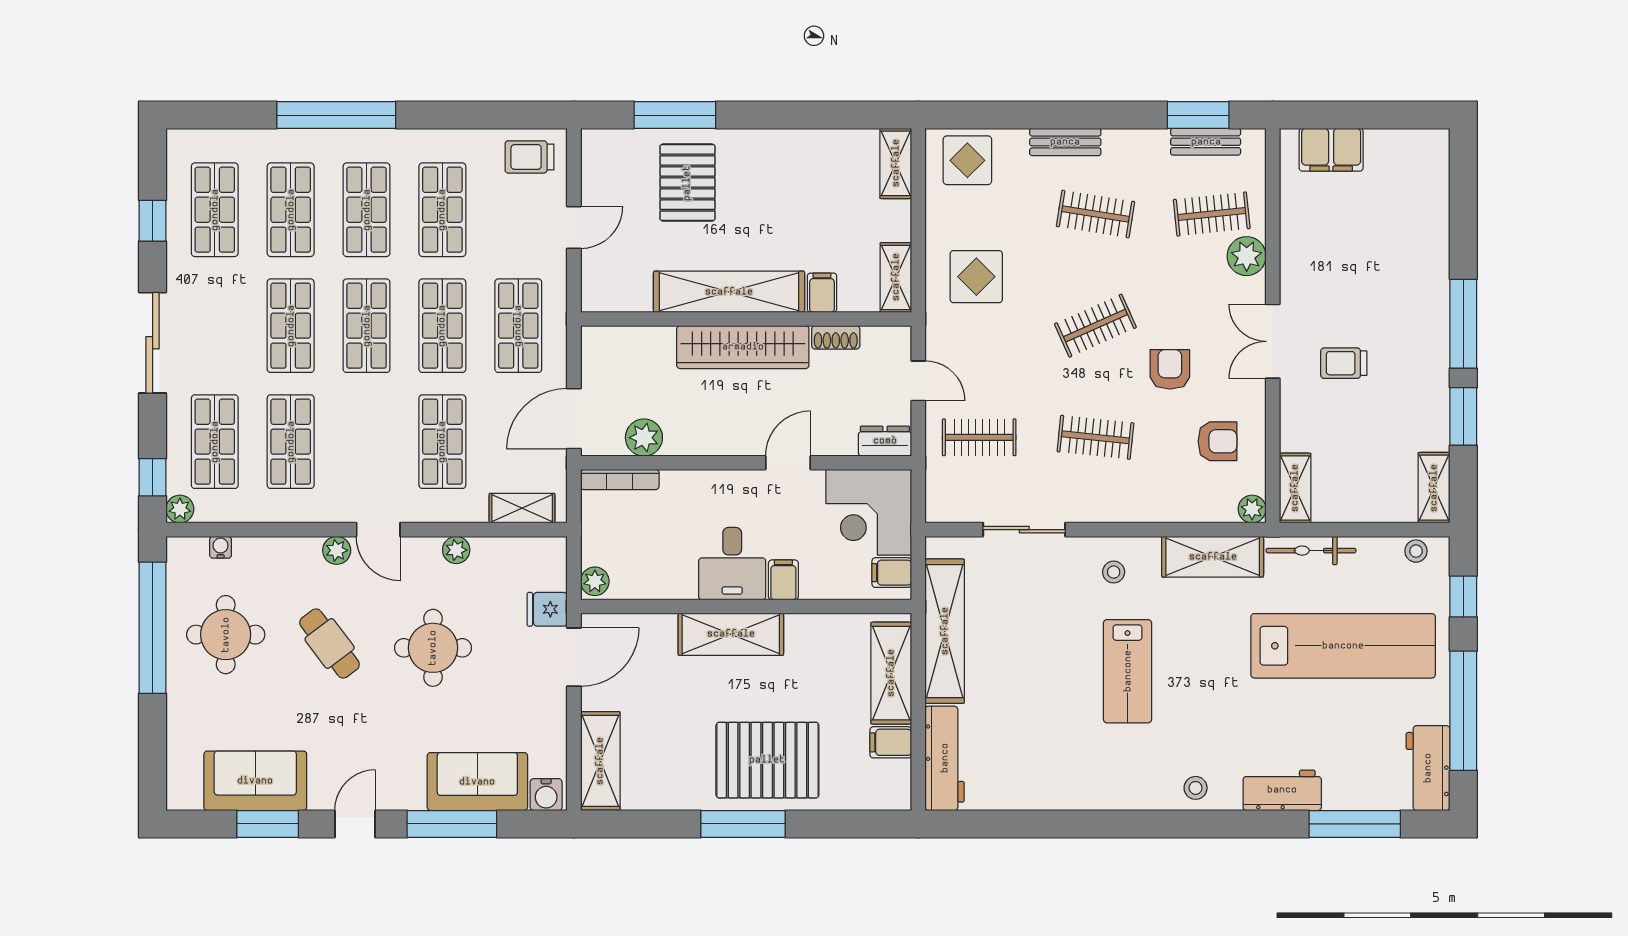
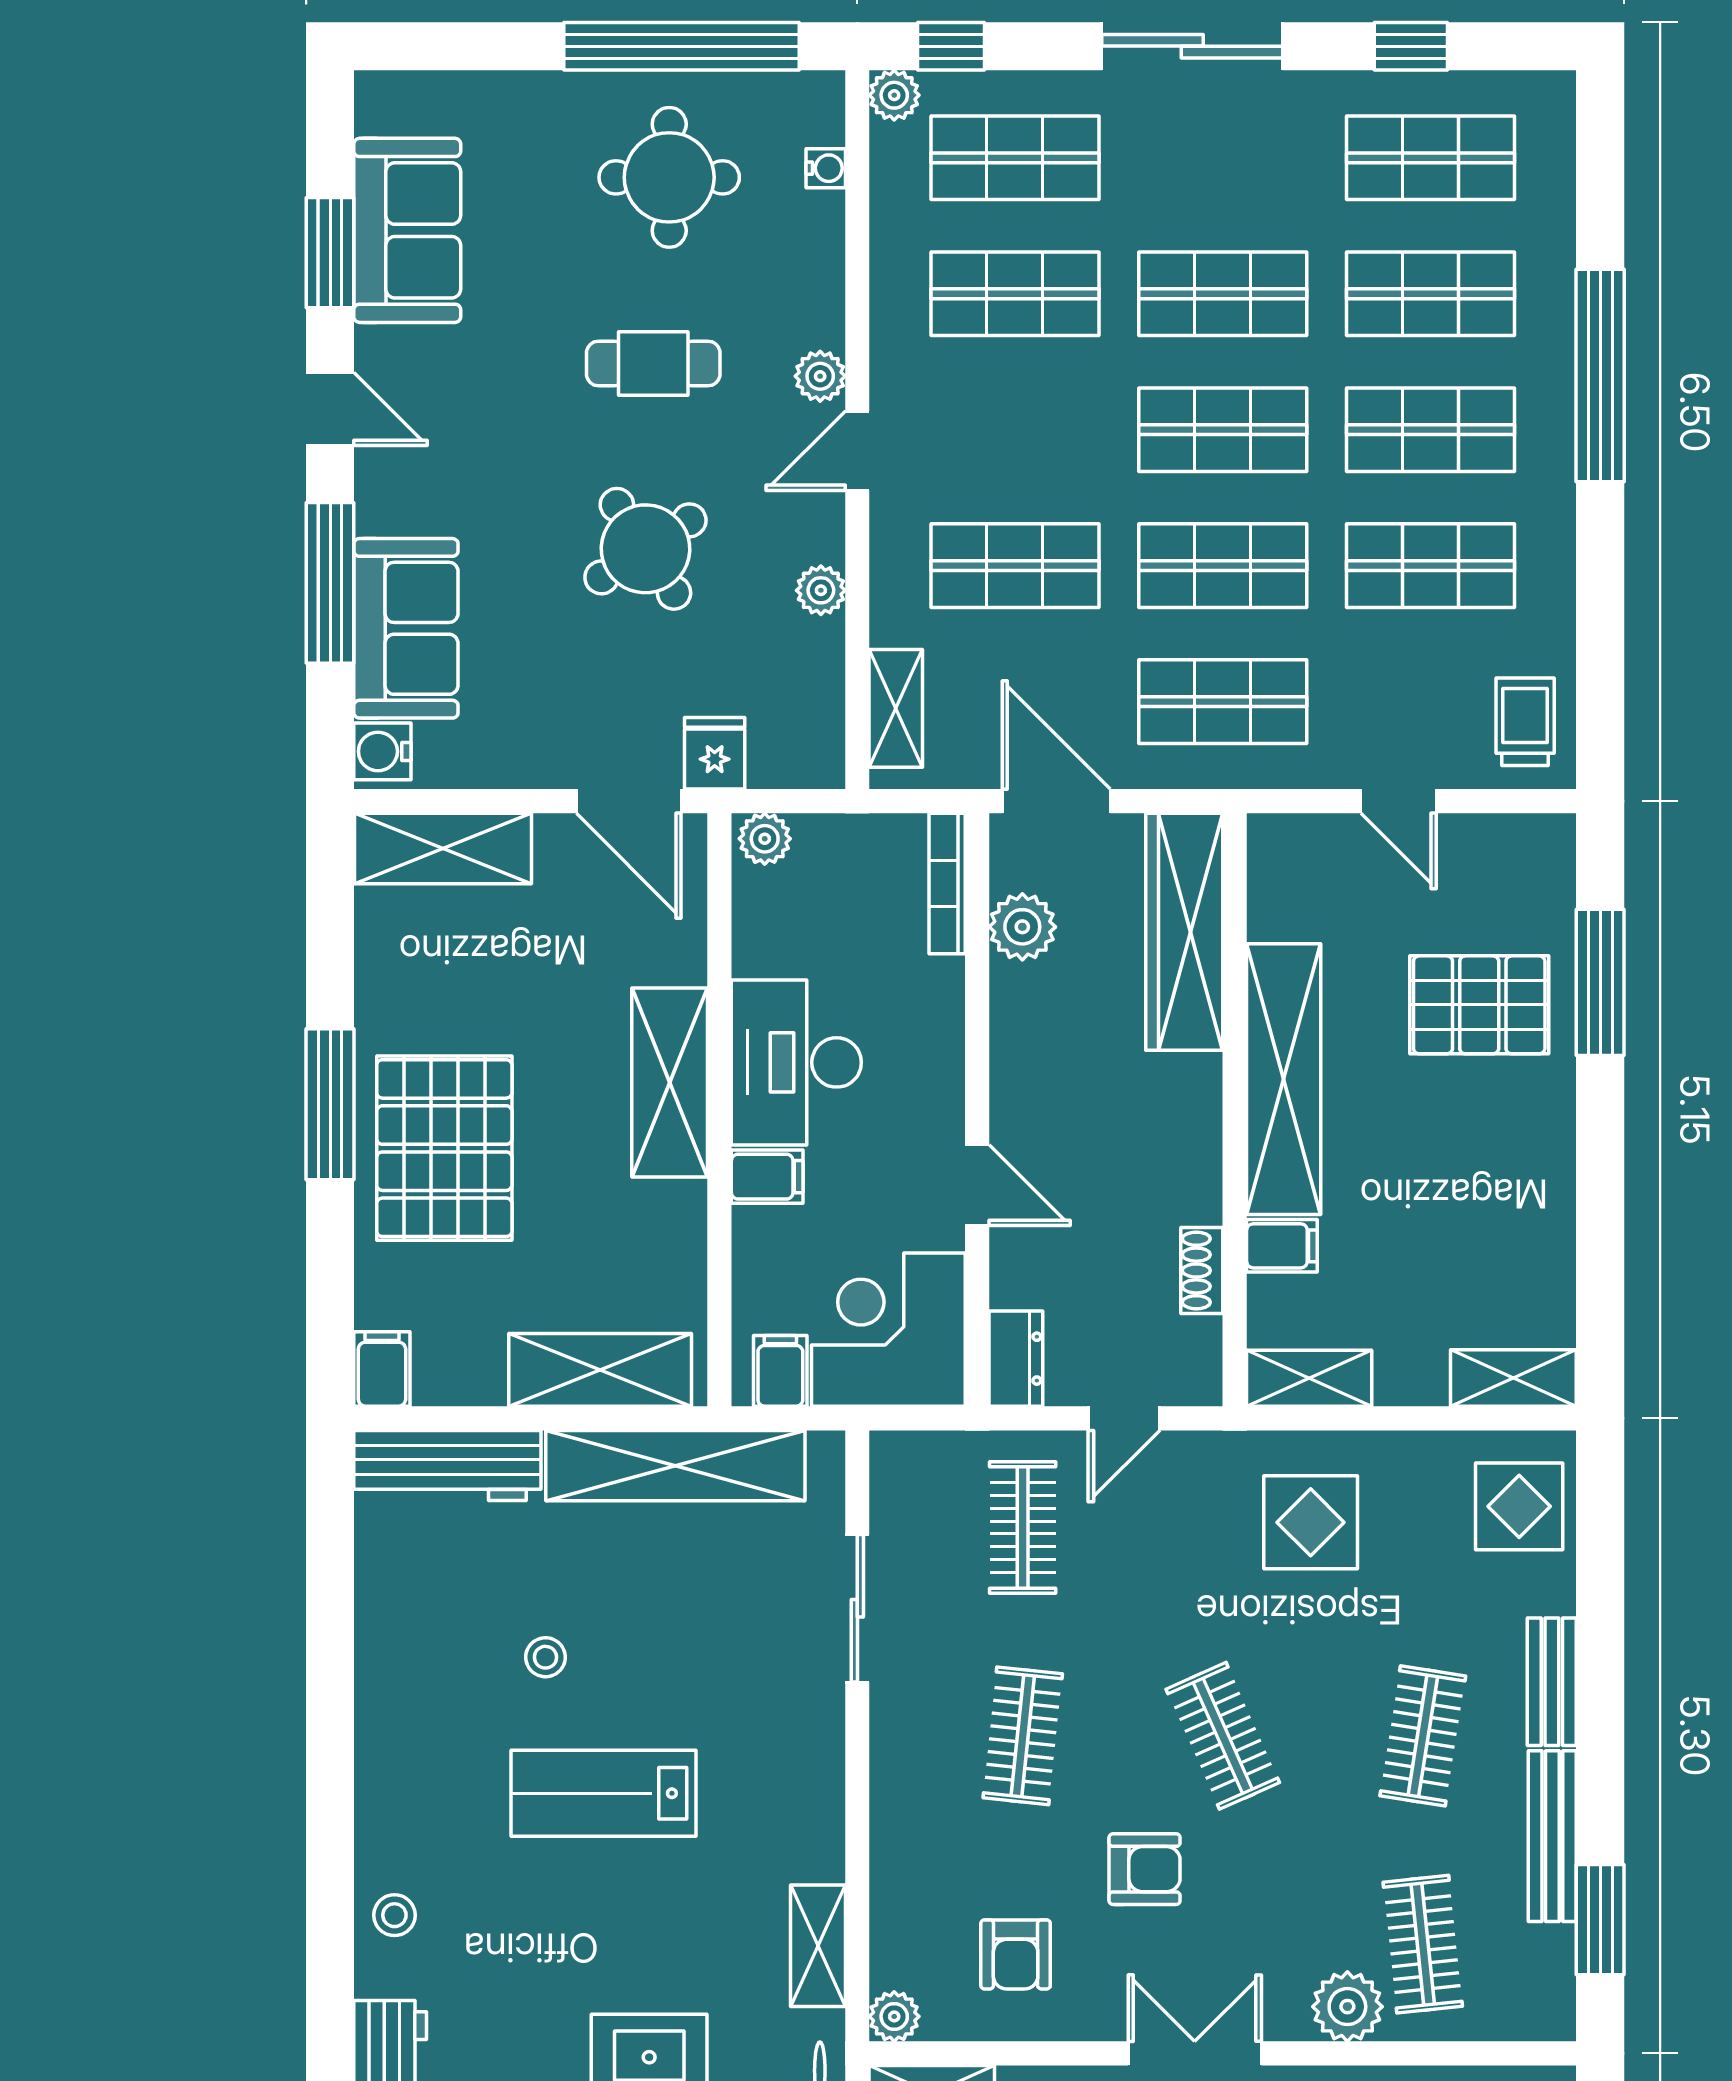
bench: (1206, 142) -> (1552, 1836), moved, width x1.36
wardrobe: (743, 347) -> (1184, 932), moved
shelving: (1213, 557) -> (818, 1946), width x0.67, depth x0.75
desk: (732, 564) -> (796, 1062), width x1.37
stool: (1114, 572) -> (546, 1657), moved
cafe table: (330, 643) -> (653, 363), turned 37
round table: (433, 648) -> (645, 549), turned -33
filing cabinet: (891, 742) -> (382, 1369), moved

